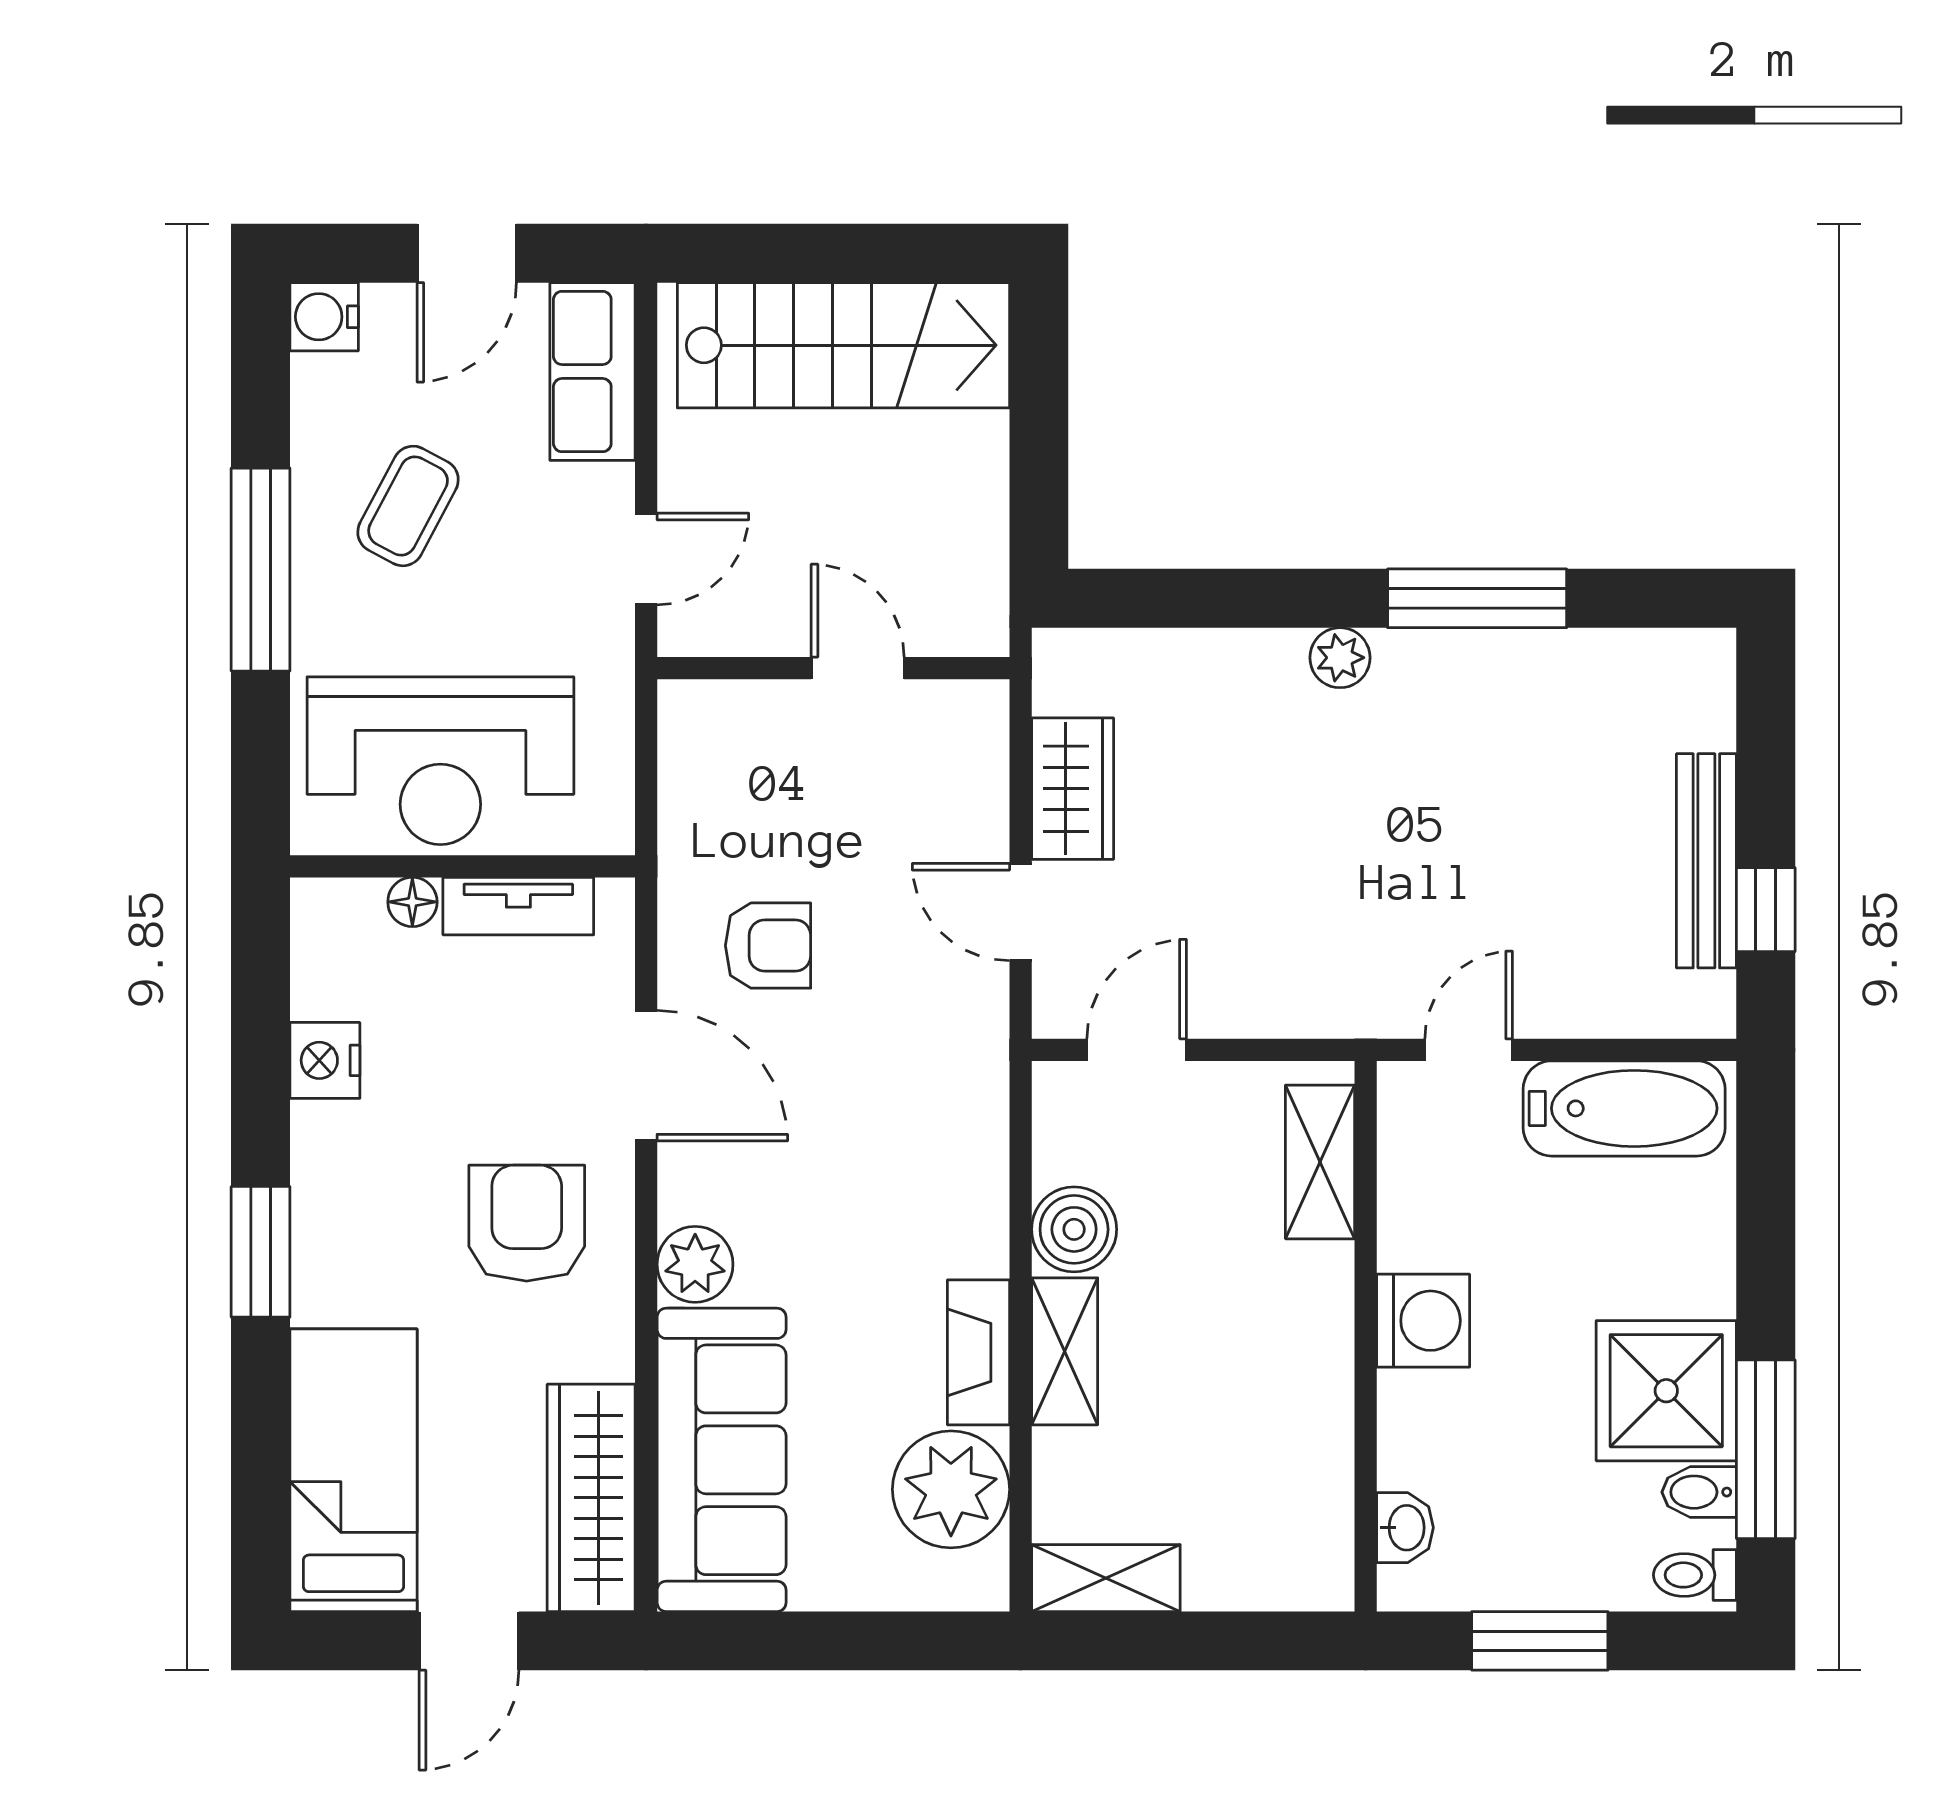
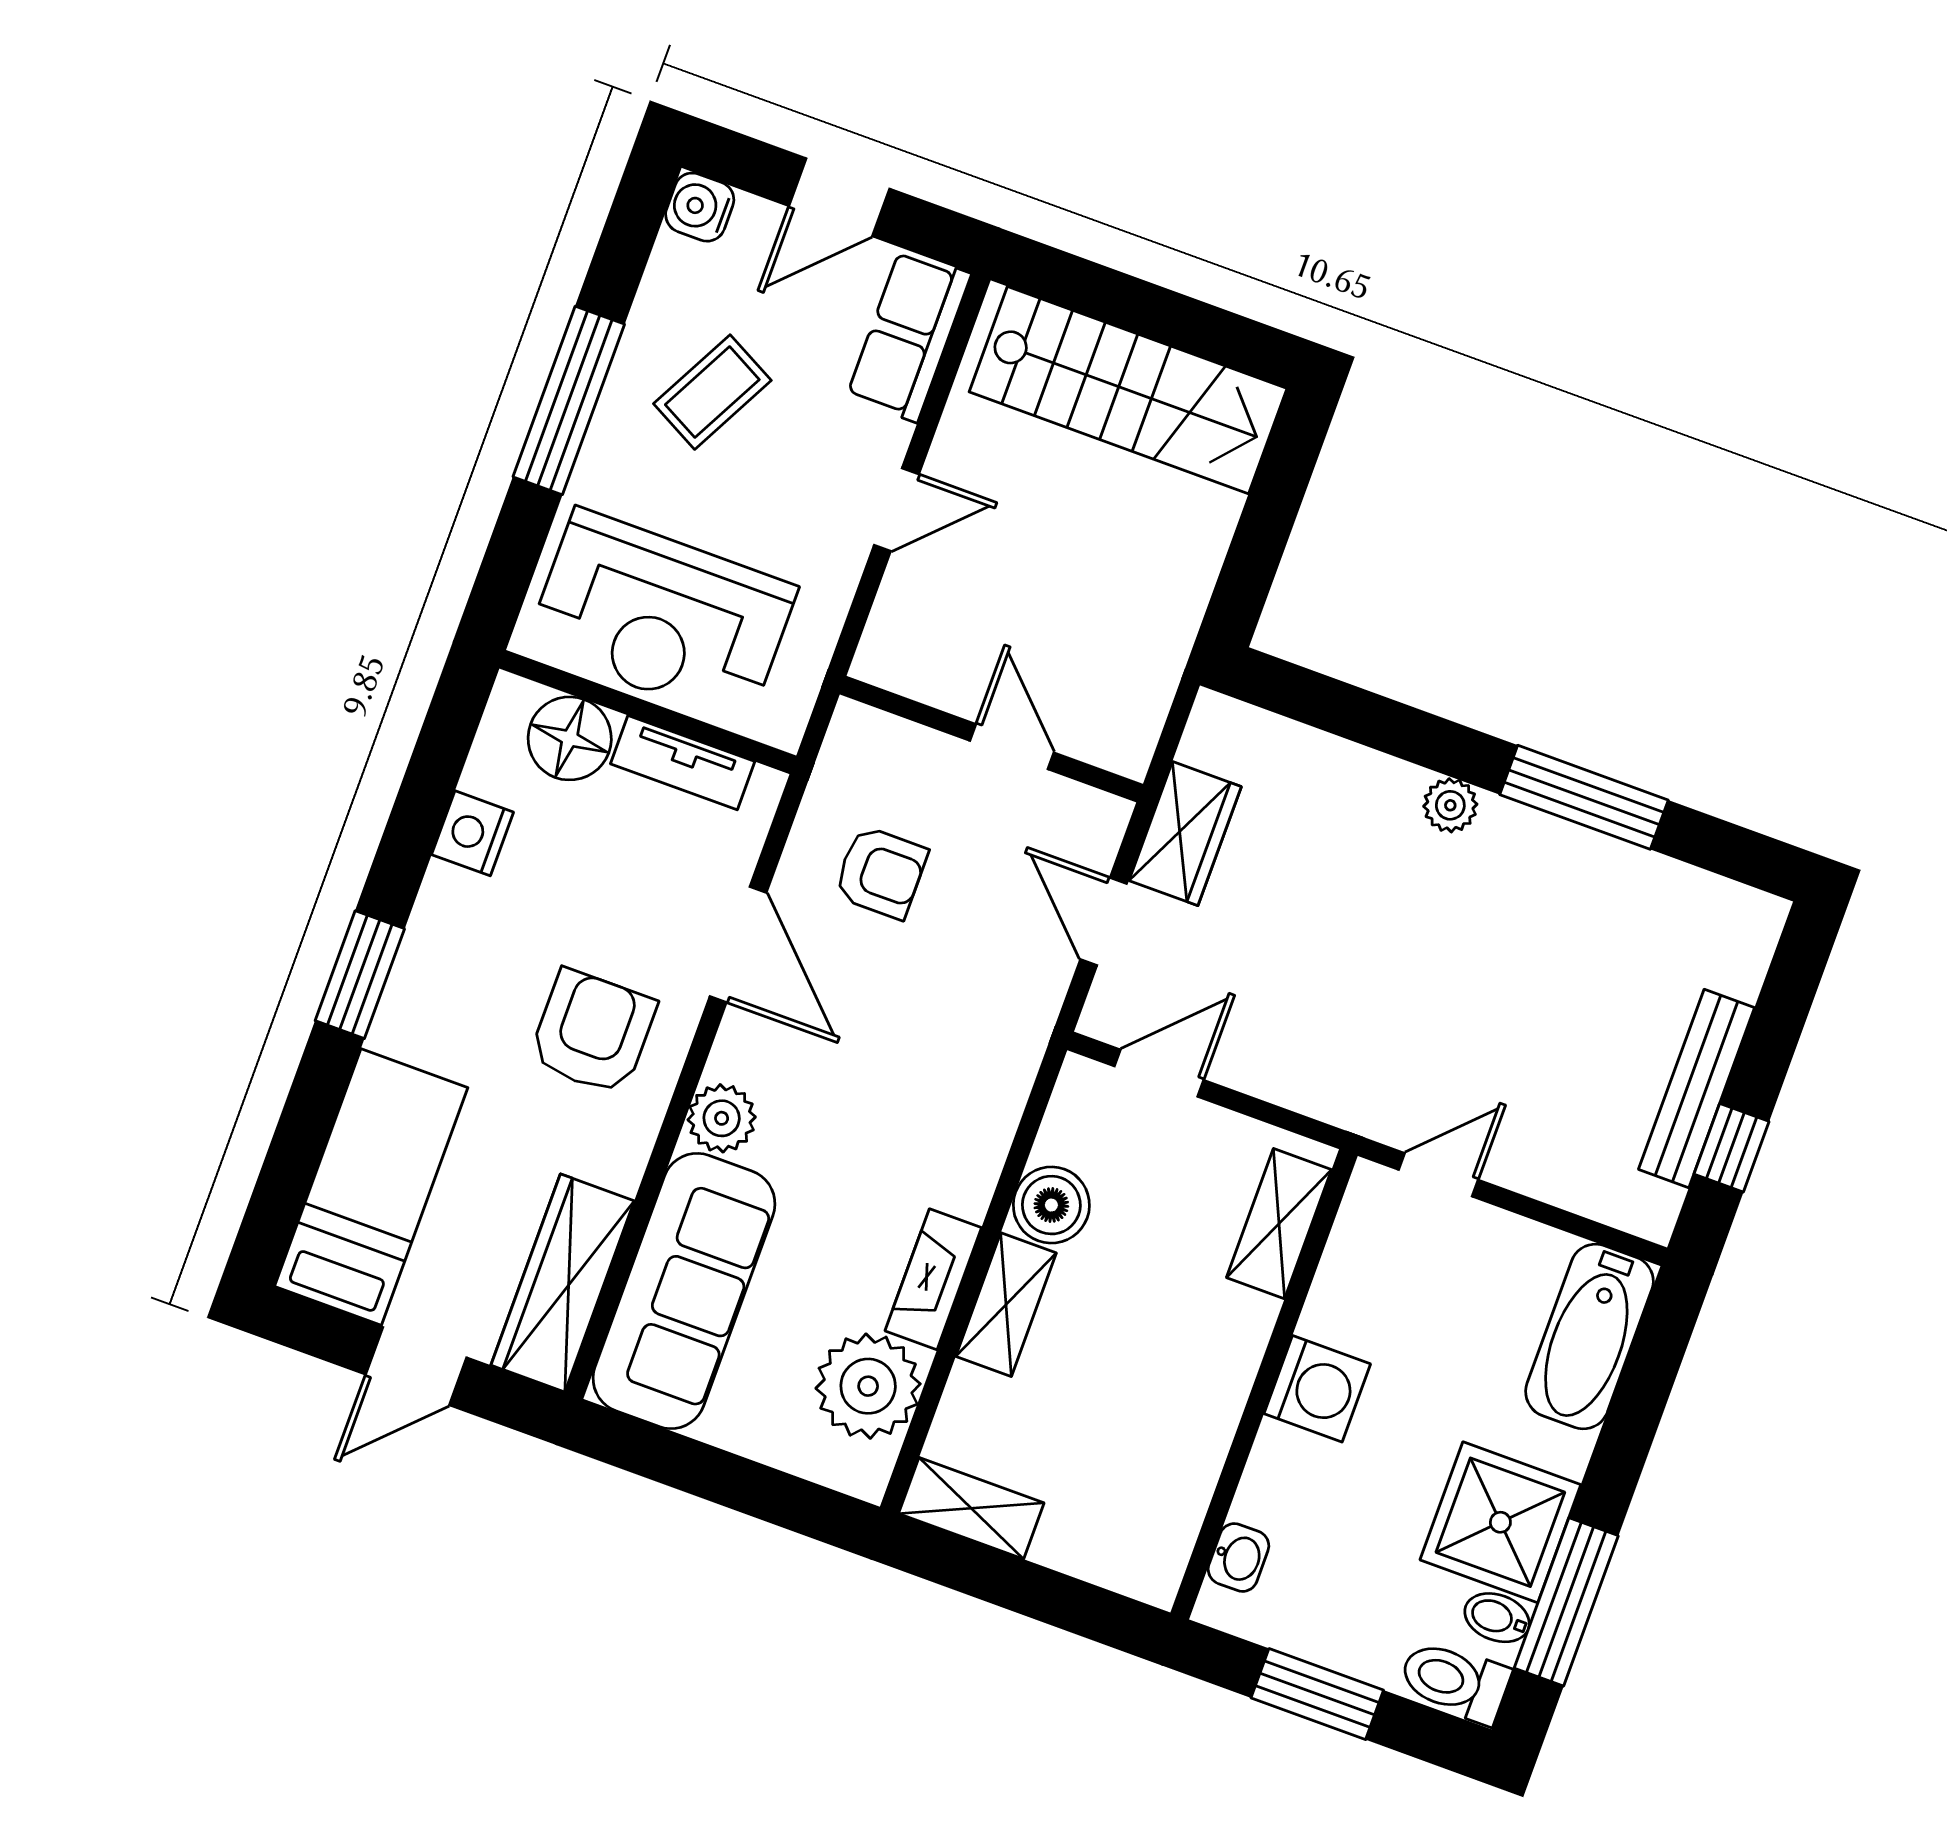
wall: (833, 668) -> (991, 739), moved
door: (858, 668) -> (1012, 747), moved
floor lamp: (412, 902) -> (570, 738), width x1.89, depth x1.89
bathtub: (1624, 1108) -> (1589, 1336), moved, turned 90
toilet: (1695, 1575) -> (1455, 1681), width x1.37, depth x1.39

